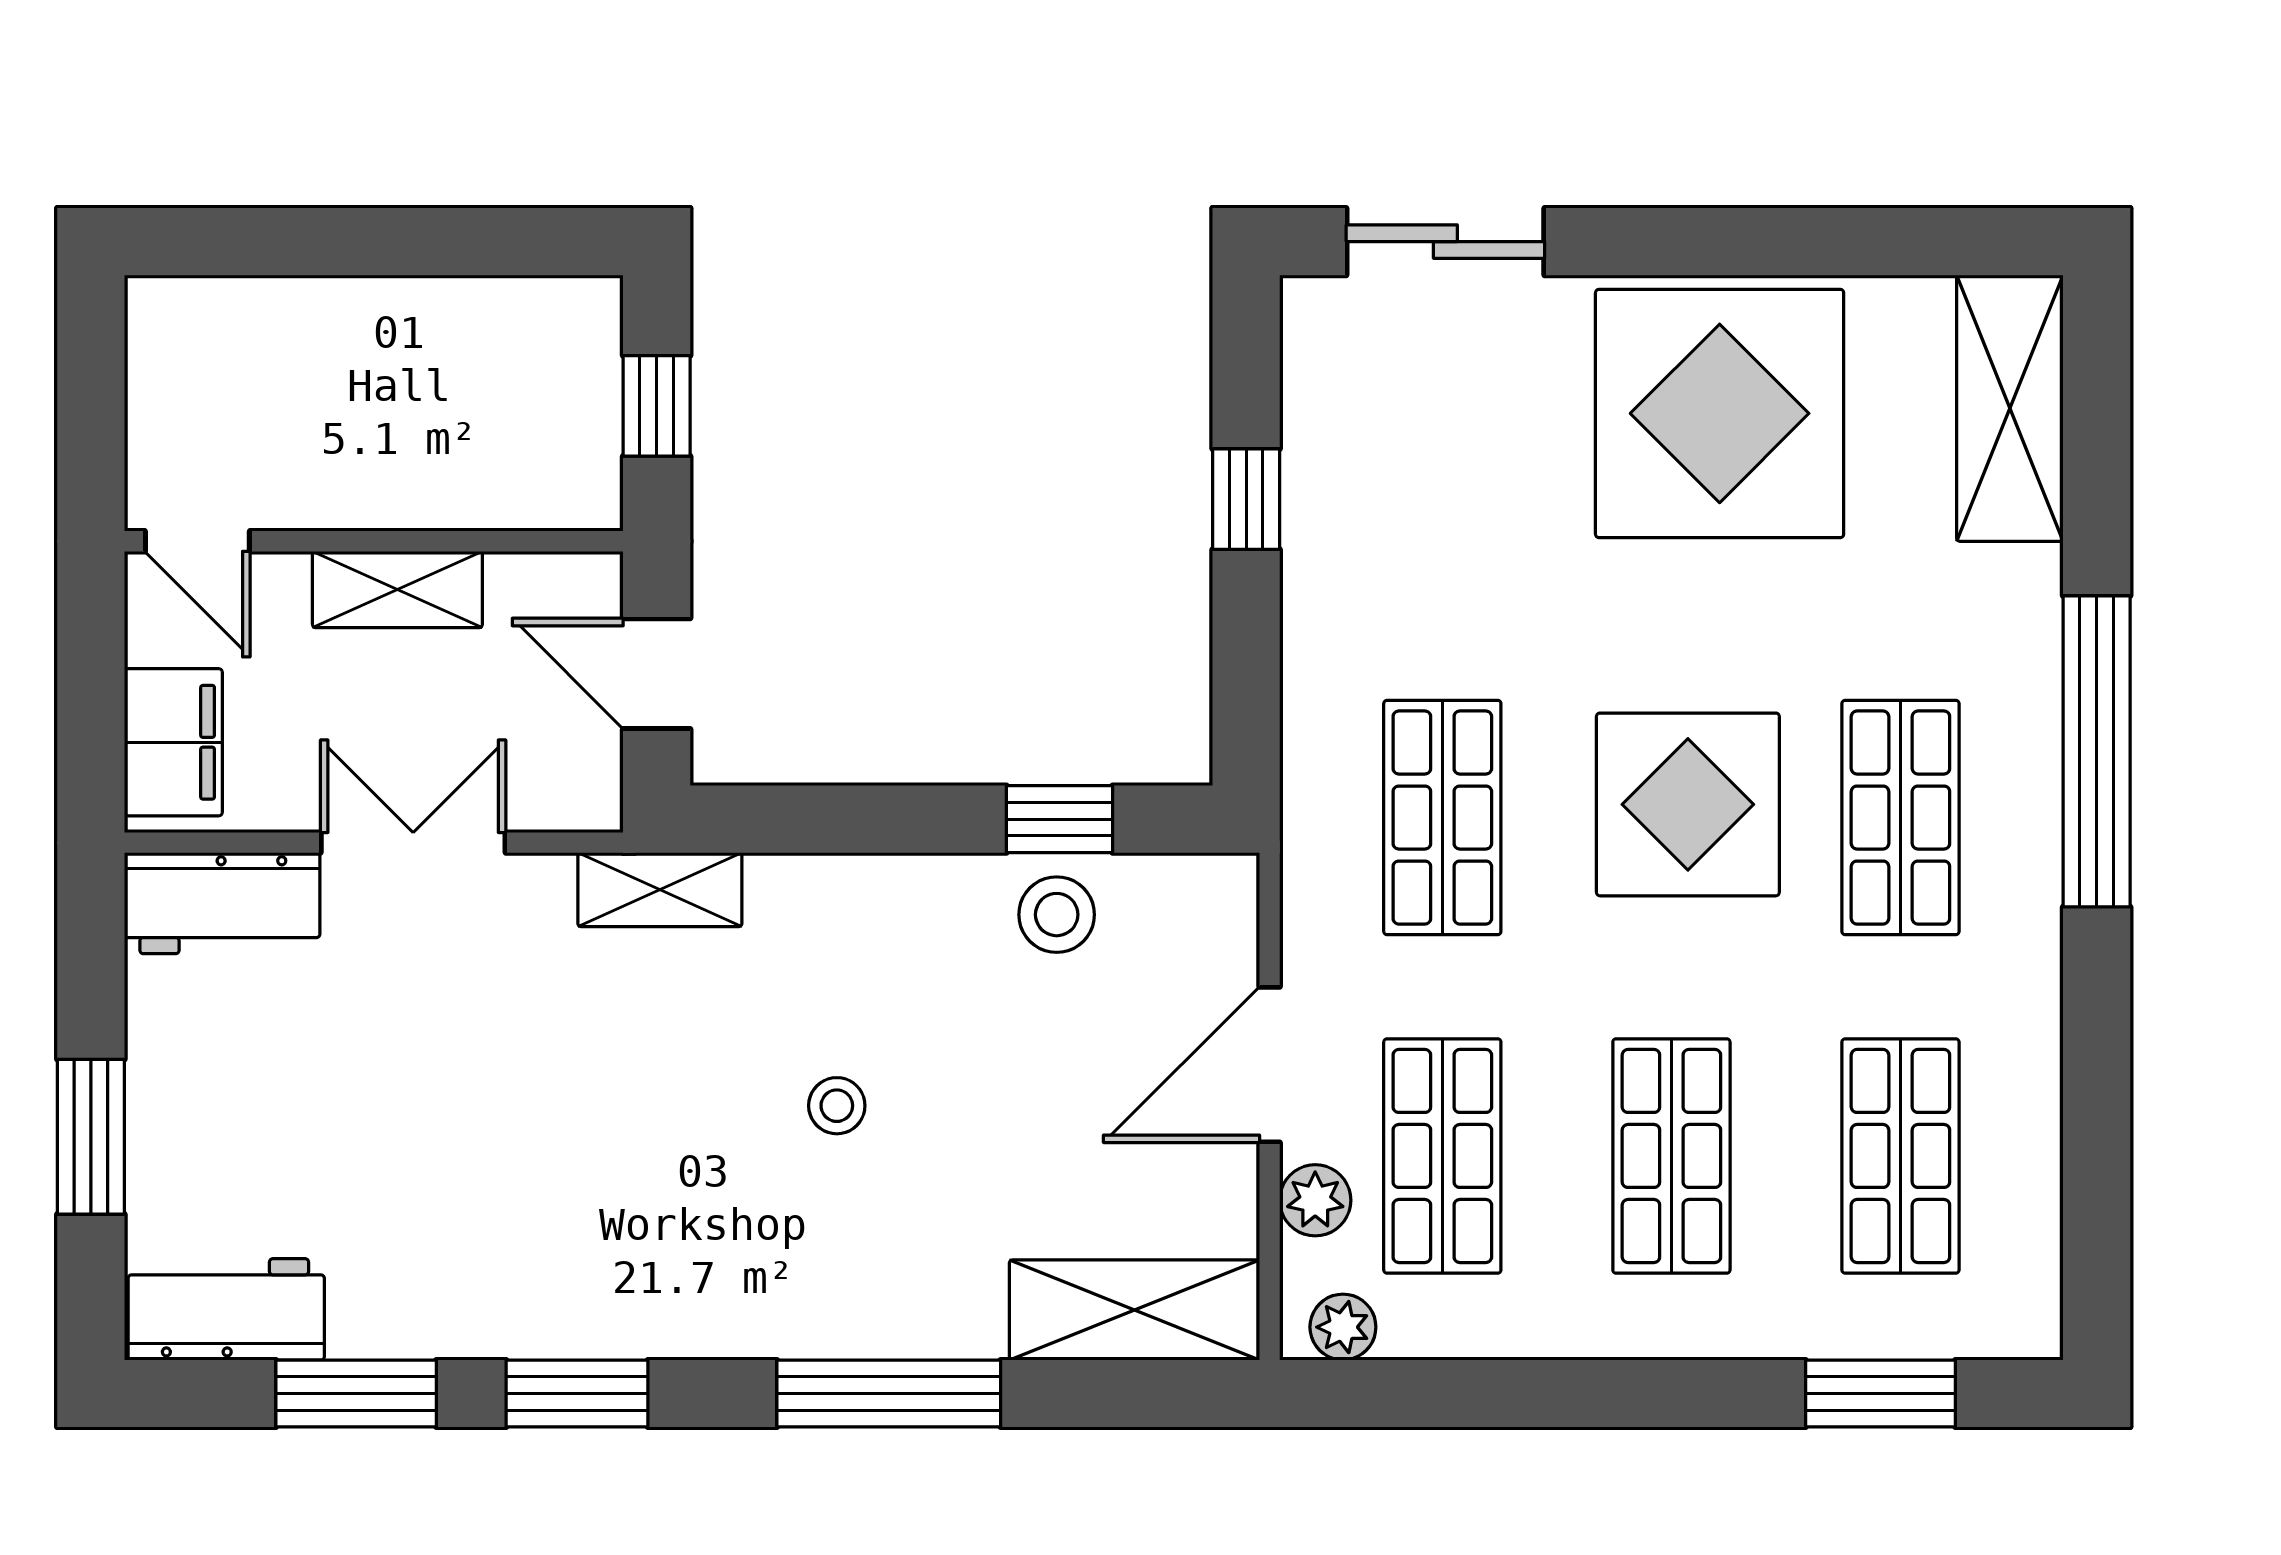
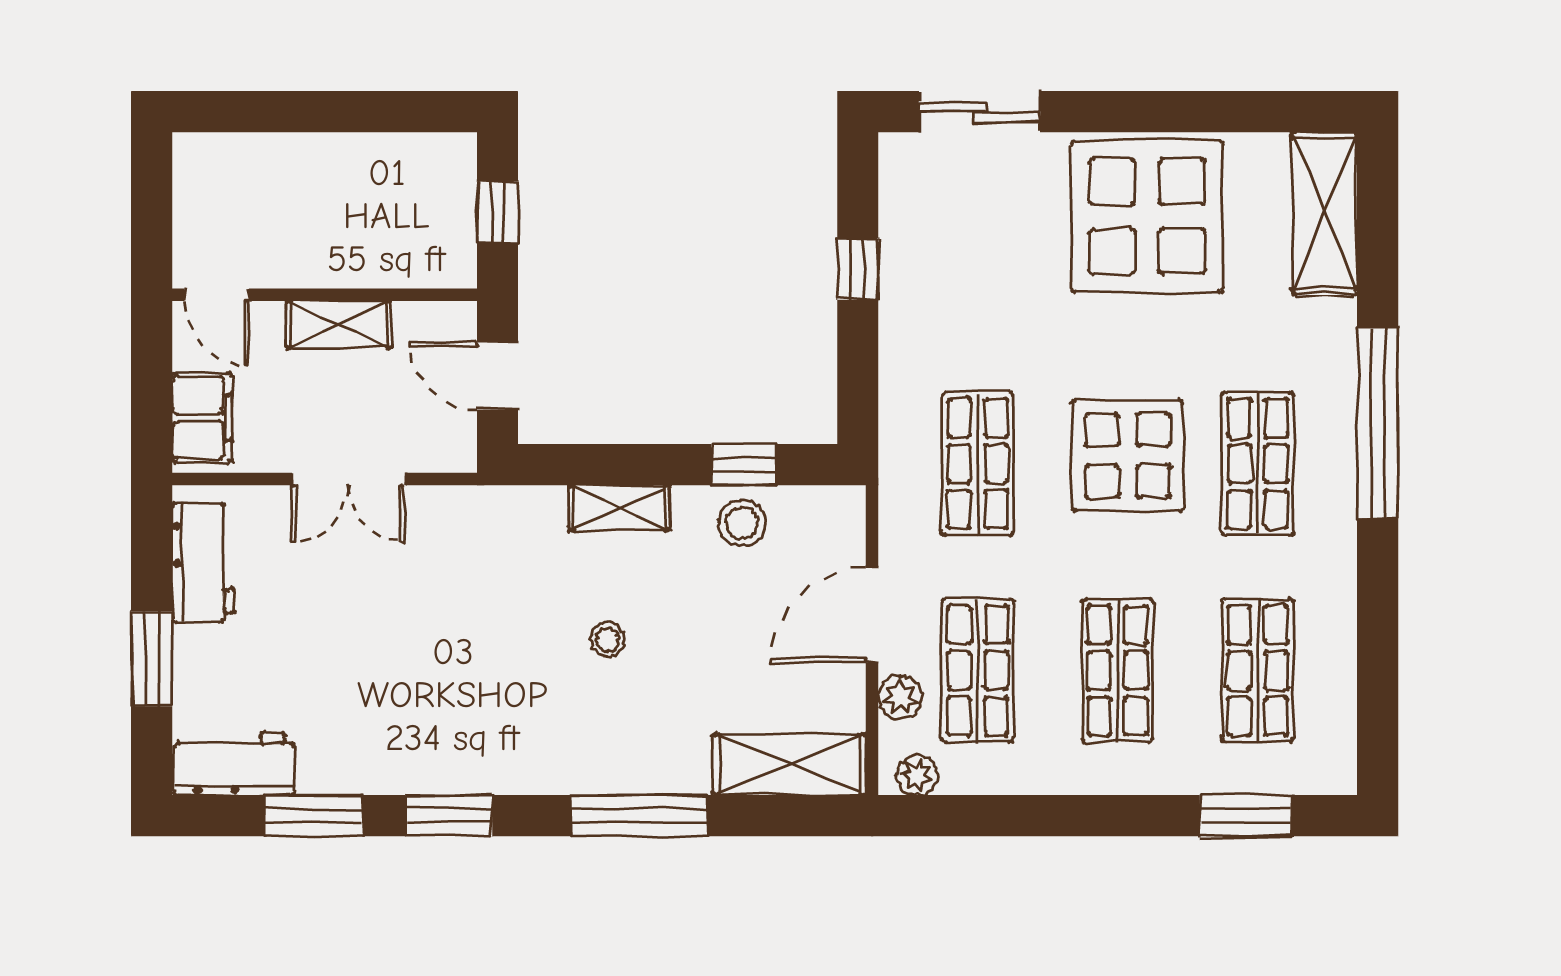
double door: (413, 843) -> (349, 479), swing flipped
shelving: (660, 890) -> (619, 508), moved
workbench: (222, 903) -> (203, 563), moved, turned -90

